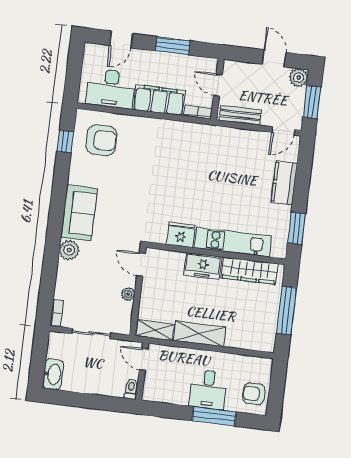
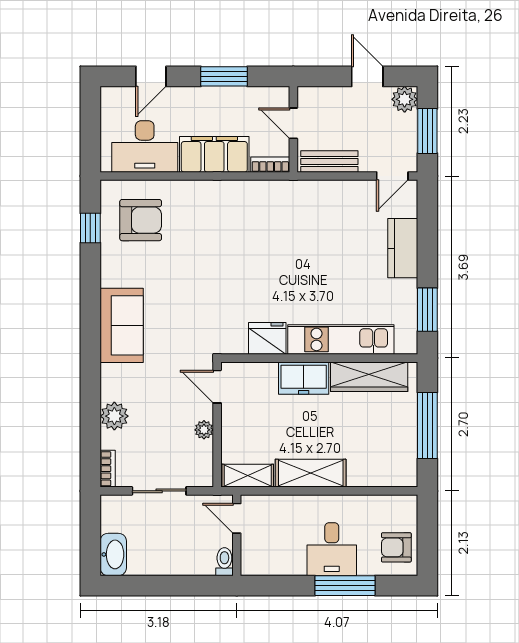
plant: (69, 250) -> (114, 416), moved

